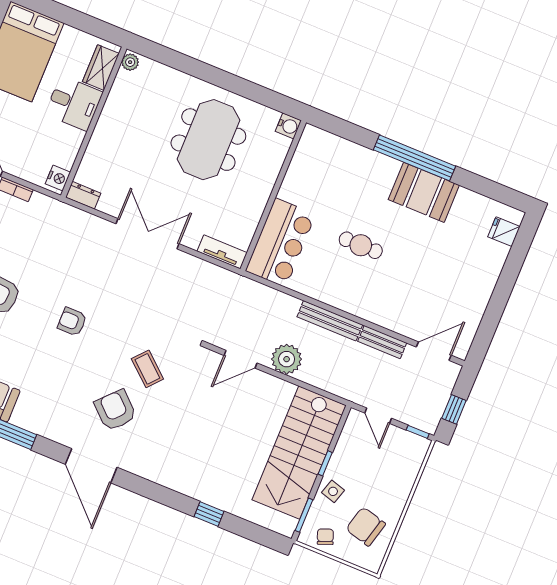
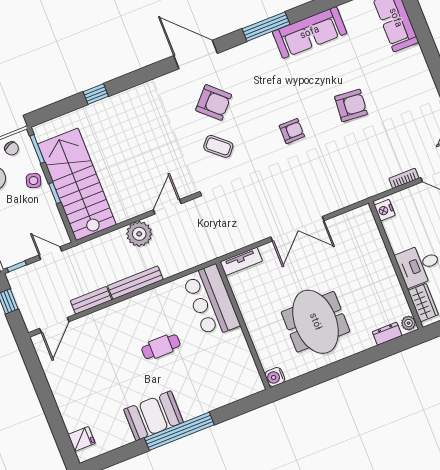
dresser: (83, 195) -> (387, 334), moved, turned 180

